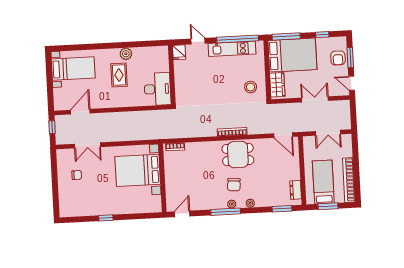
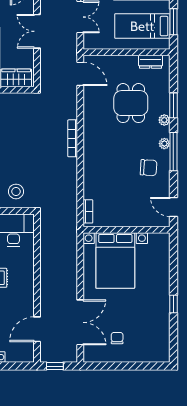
stool: (251, 87) -> (16, 191), moved
door: (80, 112) -> (37, 329), hinge flipped
door: (283, 135) -> (80, 74), hinge flipped
double door: (87, 145) -> (80, 322), width x1.37
dining table: (238, 155) -> (131, 103), moved
chair: (234, 185) -> (149, 168), moved
window: (282, 209) -> (173, 105), moved

